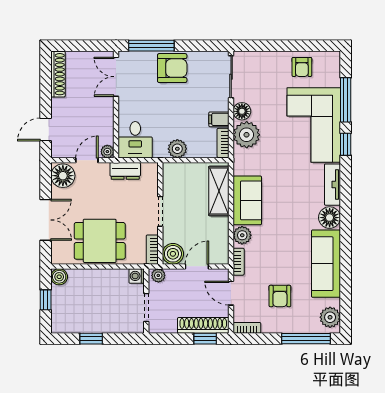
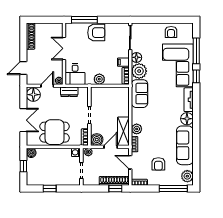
double door: (116, 77) -> (64, 48), moved
shelving: (219, 191) -> (123, 131), moved
sofa: (247, 200) -> (140, 94), moved

